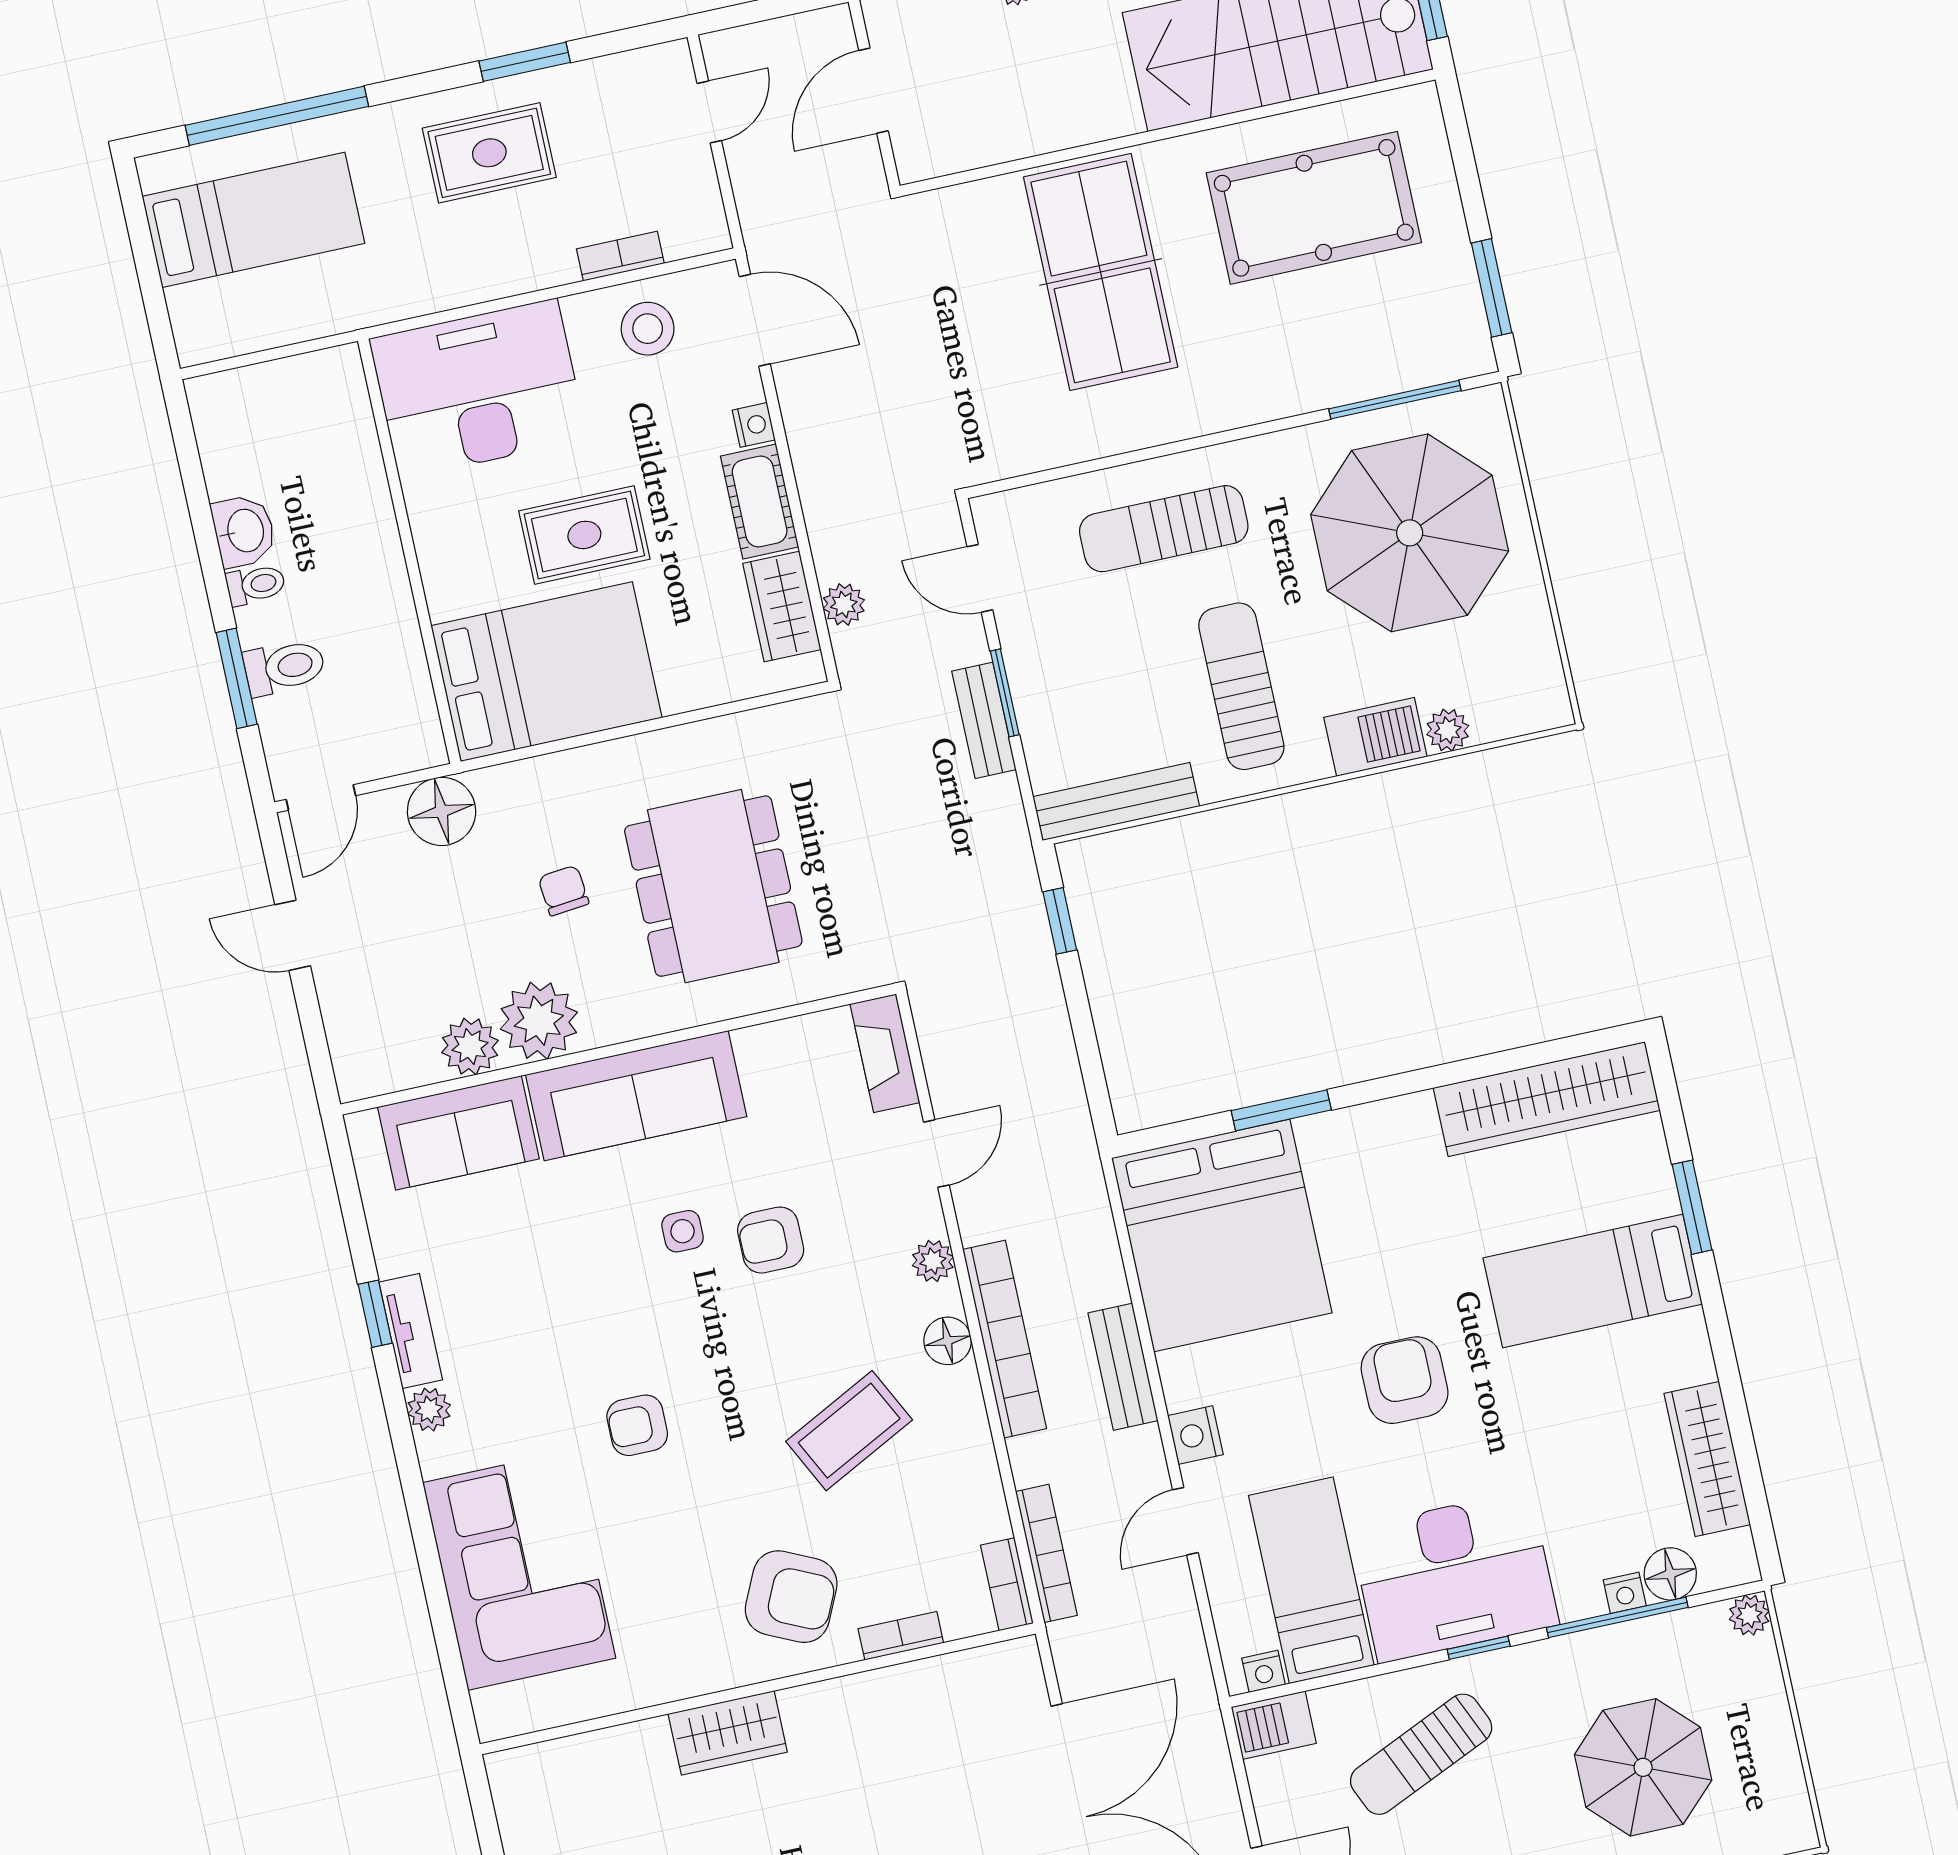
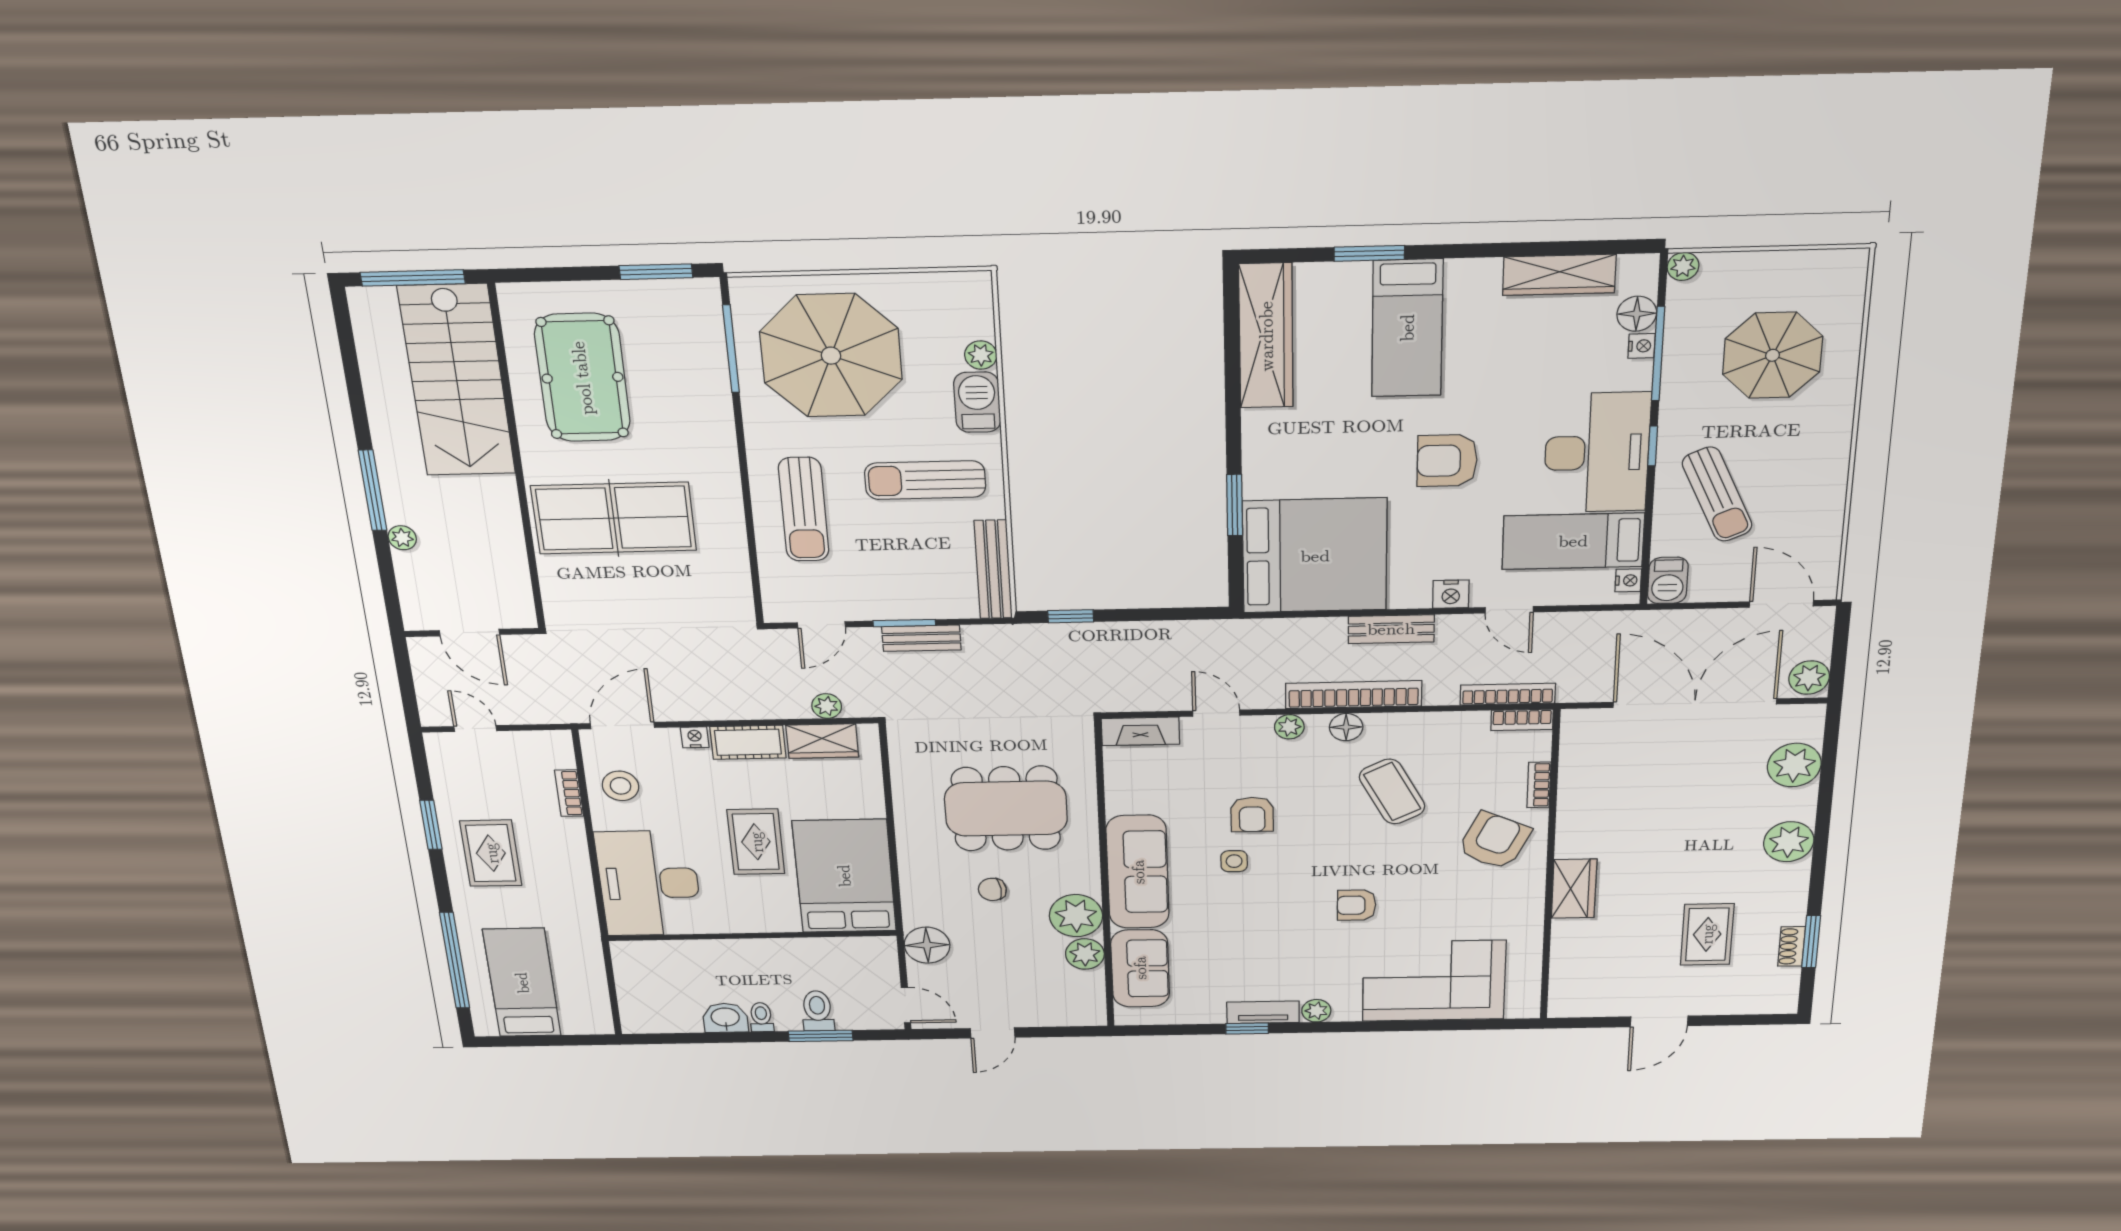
armchair: (637, 1425) -> (1357, 905), turned 90

